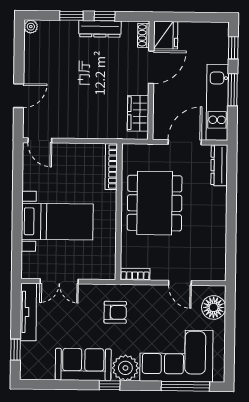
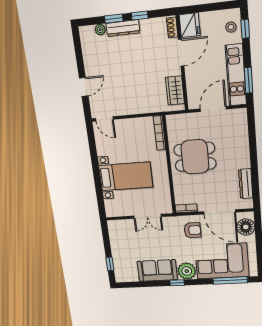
plant: (31, 27) -> (100, 30), moved
dresser: (100, 29) -> (123, 28), moved
stool: (216, 44) -> (231, 27), added
window: (233, 90) -> (249, 80), moved
dresser: (219, 165) -> (246, 184), moved
dining table: (155, 203) -> (195, 157), width x0.73
double door: (59, 281) -> (147, 216), moved
door: (180, 283) -> (220, 212), width x1.87
tv unit: (28, 312) -> (115, 239), removed
armchair: (115, 312) -> (192, 230), moved

